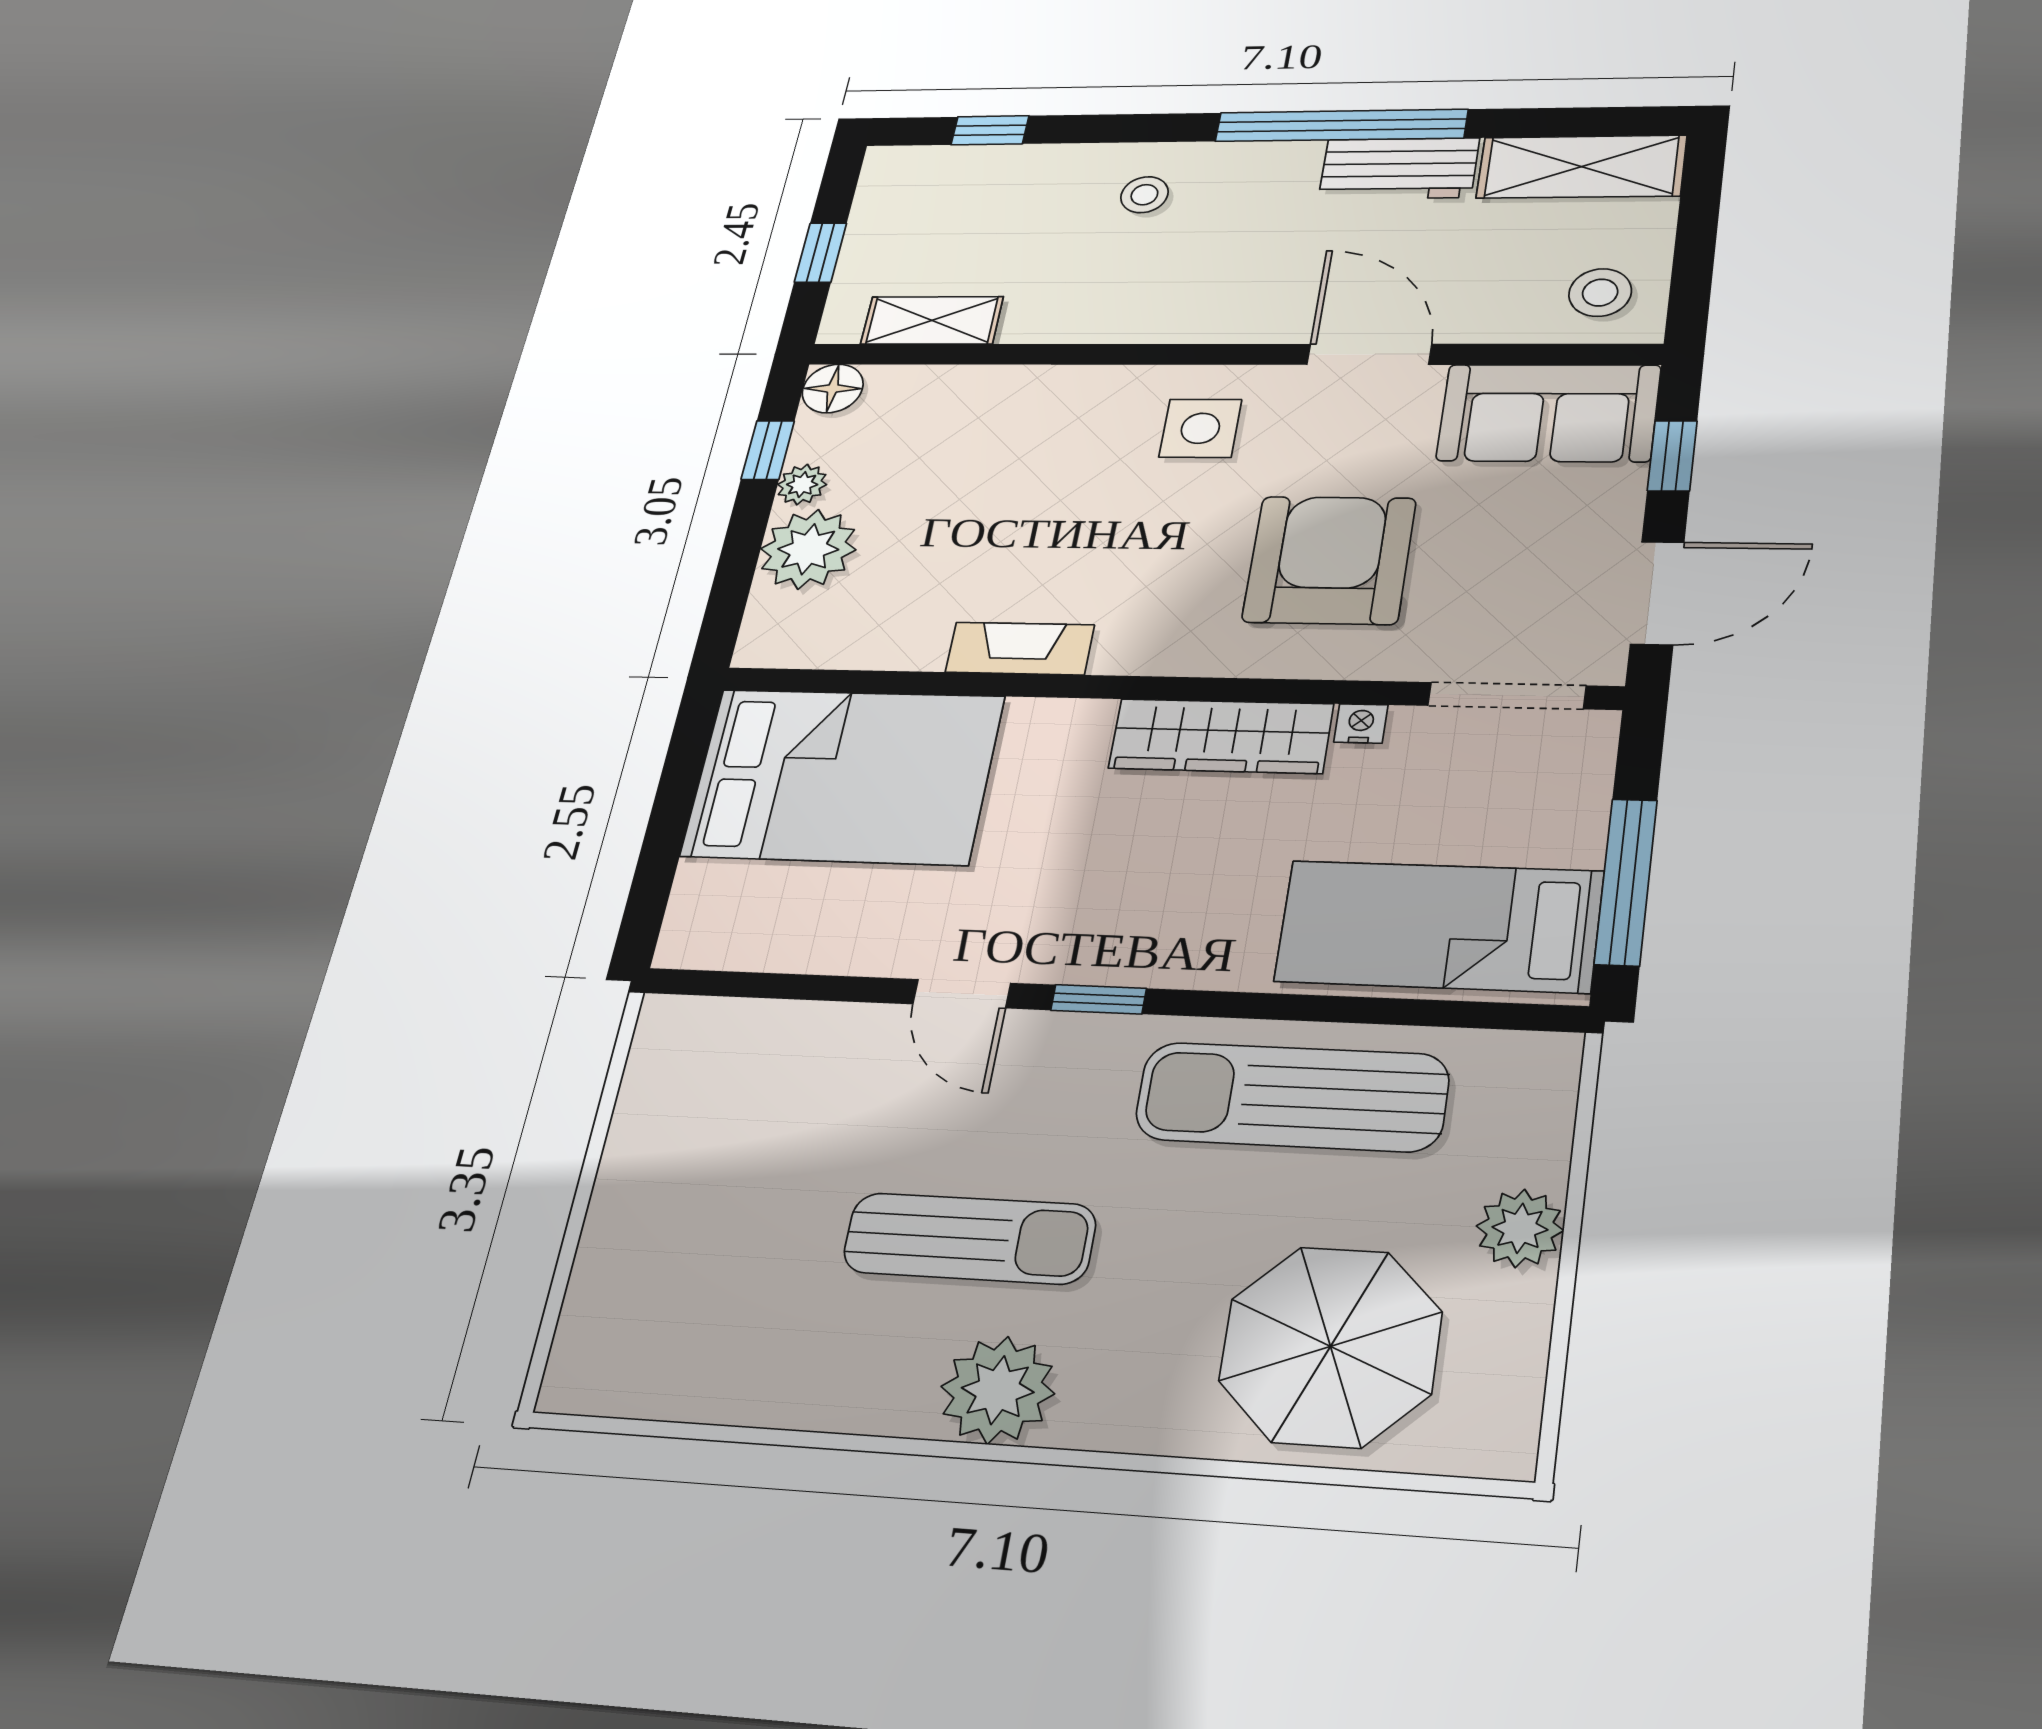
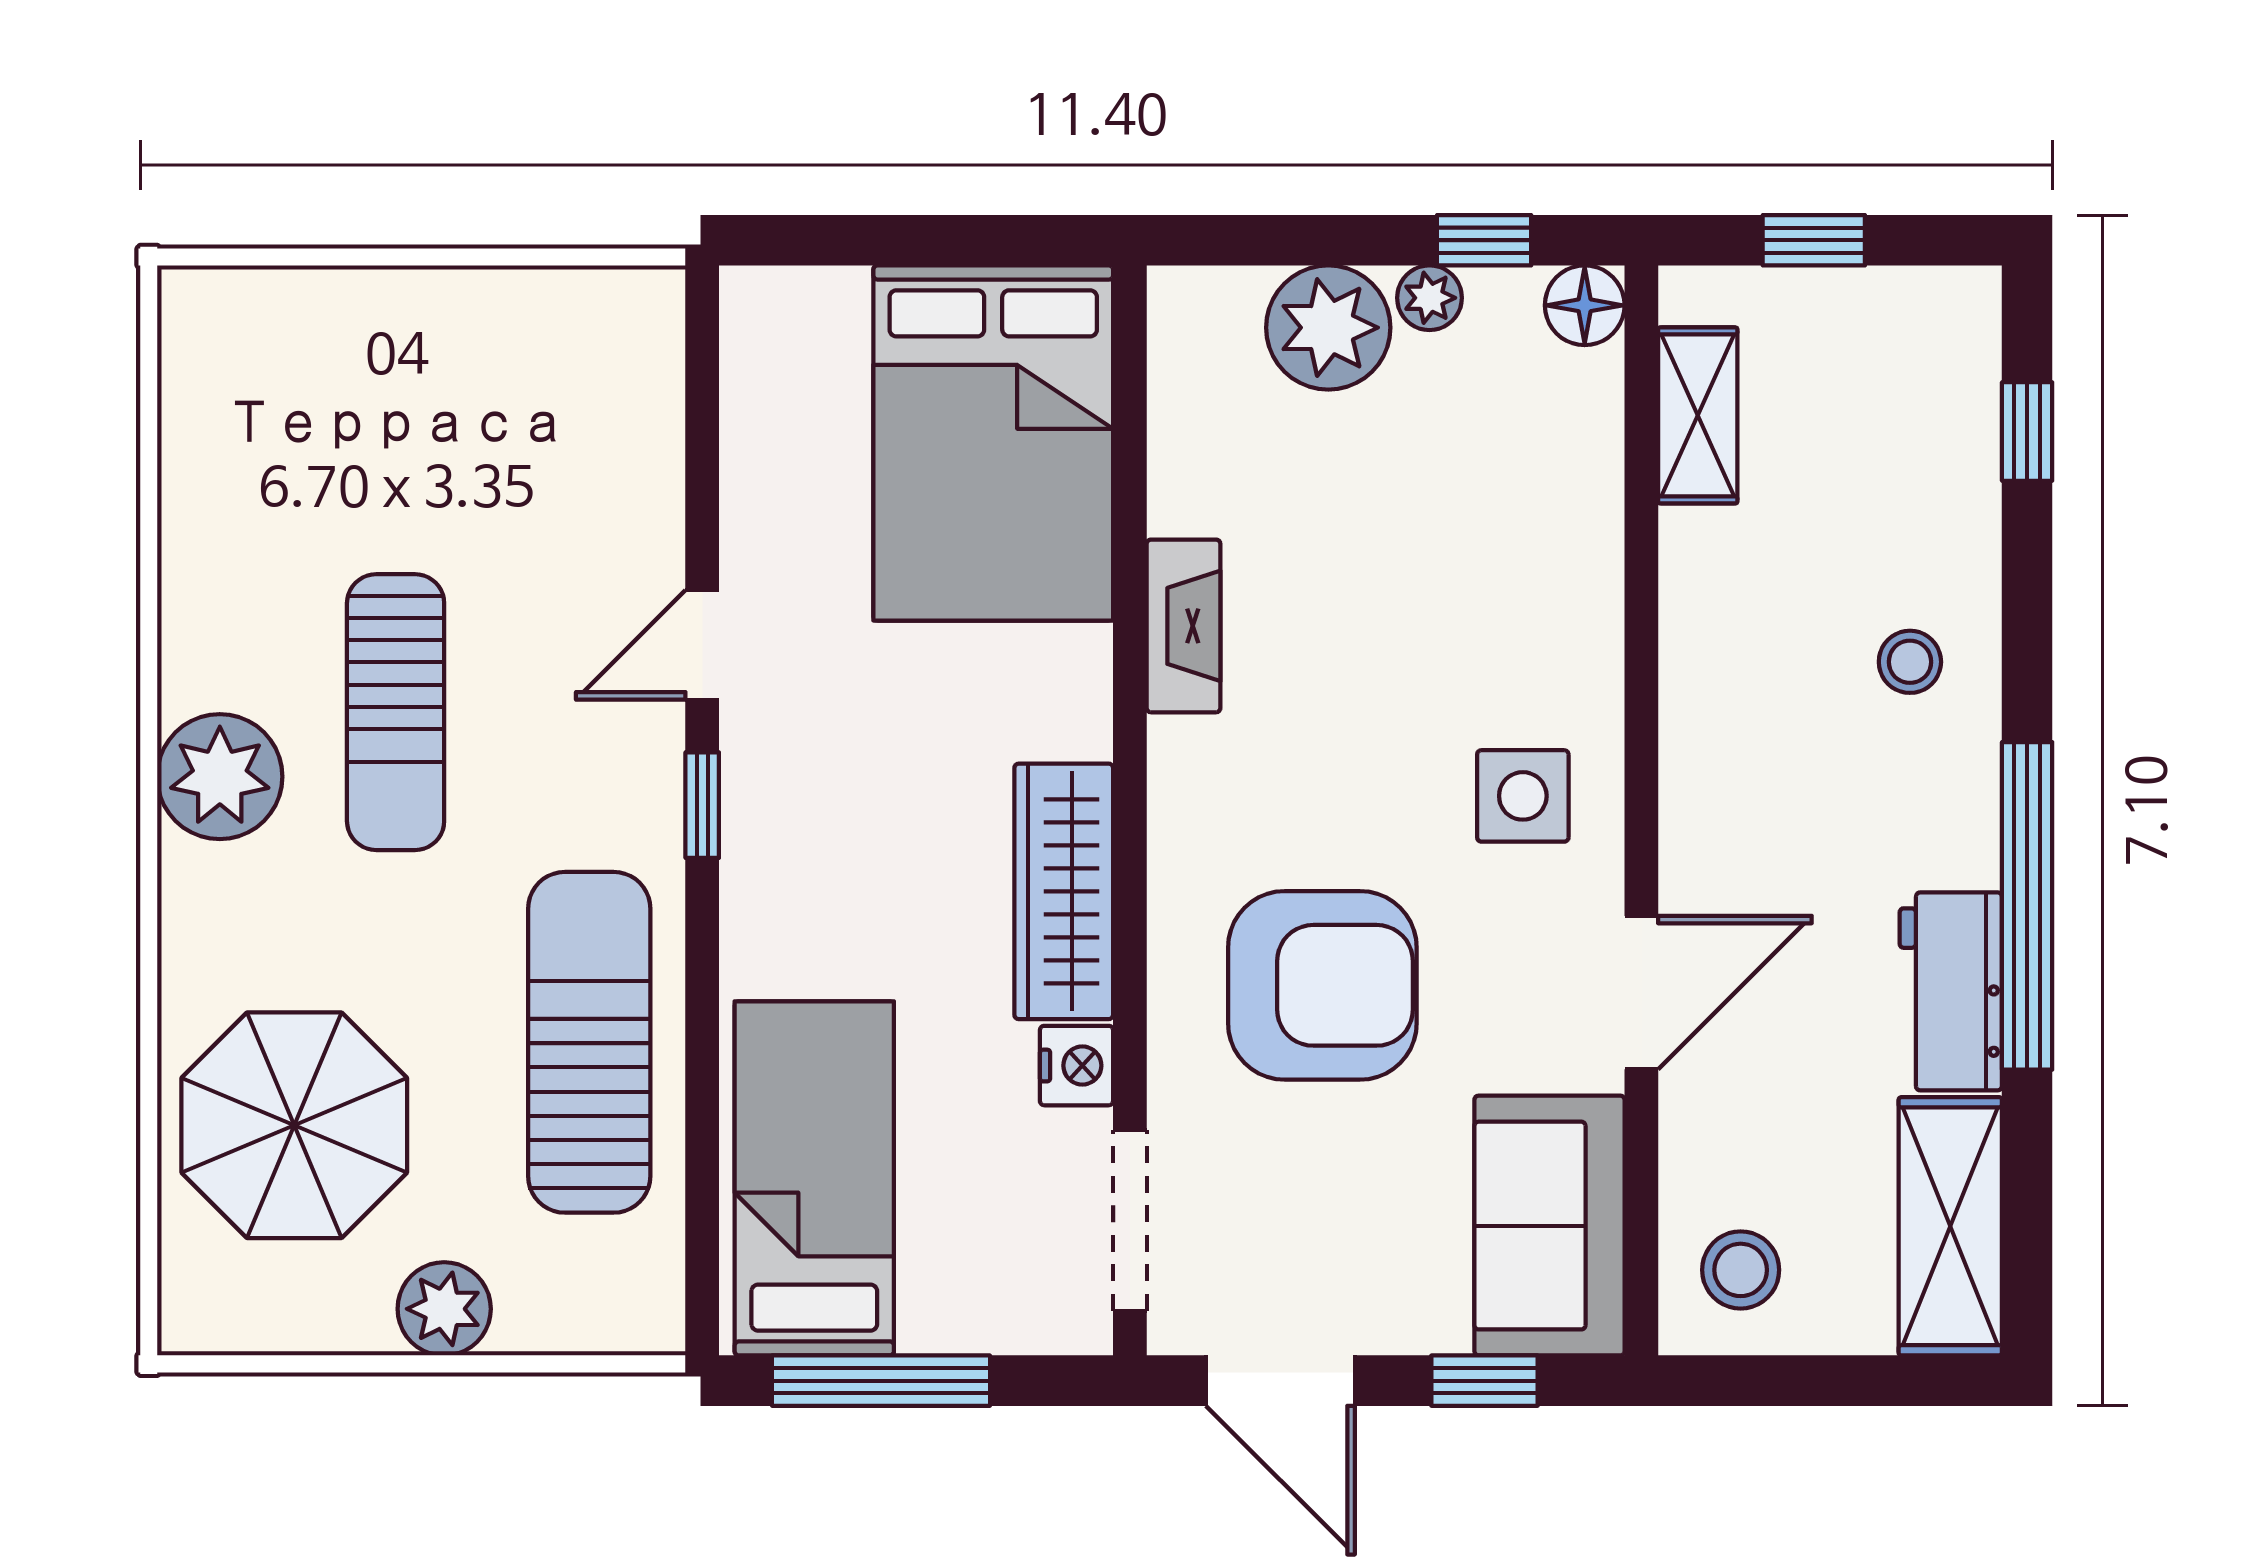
nightstand: (1361, 723) -> (1077, 1066), width x1.39, depth x1.35

